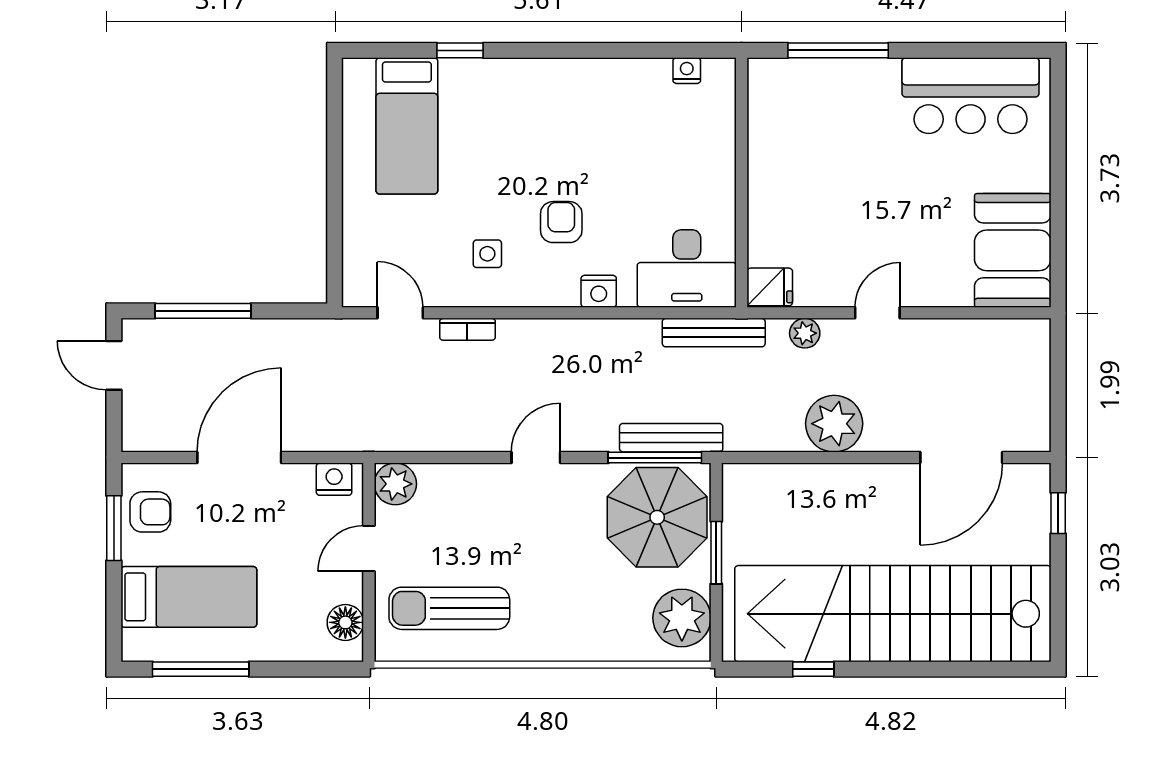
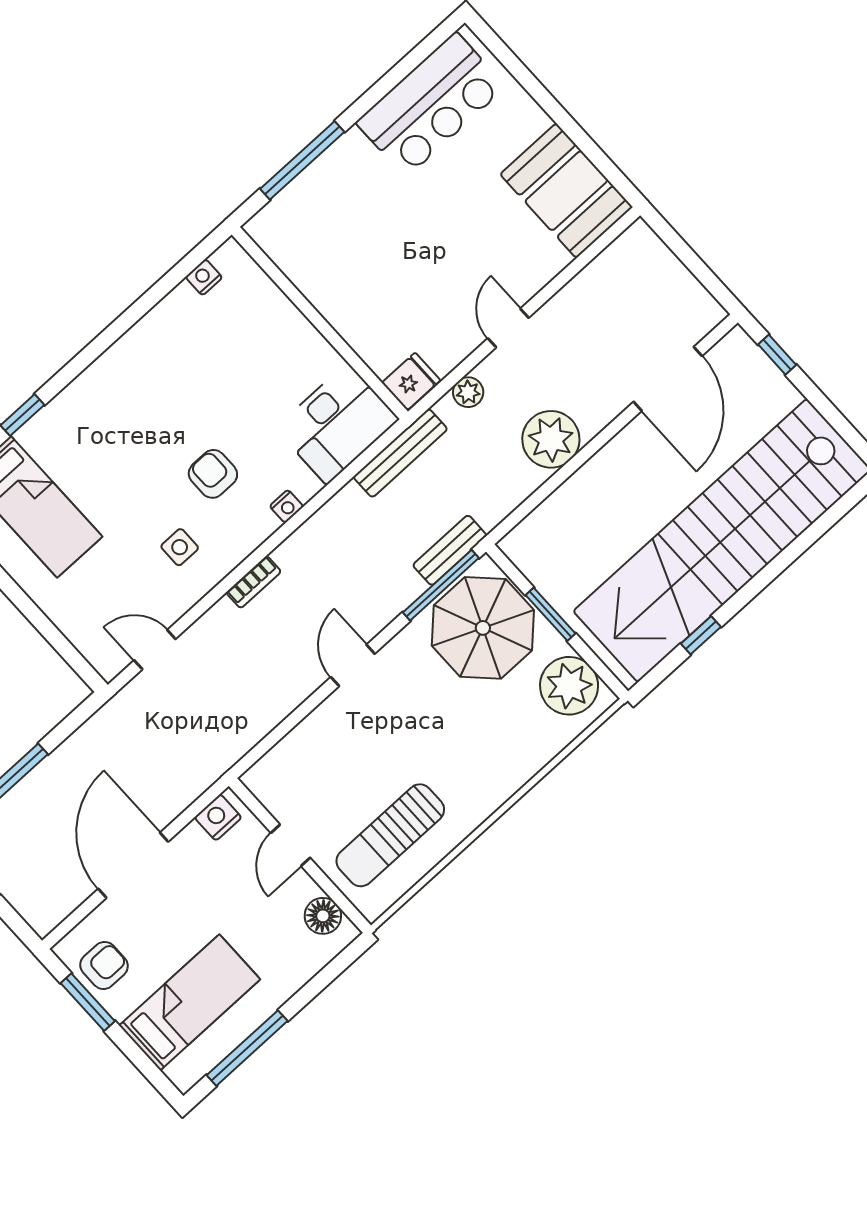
nightstand: (599, 291) -> (286, 506), width x0.72, depth x0.74
bookcase: (467, 329) -> (254, 582), moved
bench: (671, 438) -> (450, 550), width x0.73
plant: (395, 484) -> (267, 780), removed

